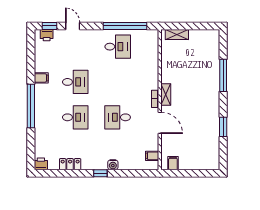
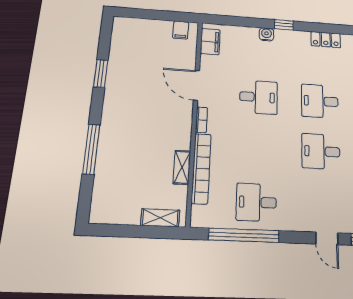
bookcase: (154, 67) -> (201, 168), added
shelving: (166, 95) -> (182, 167), moved
filing cabinet: (152, 156) -> (210, 42), width x2.00

